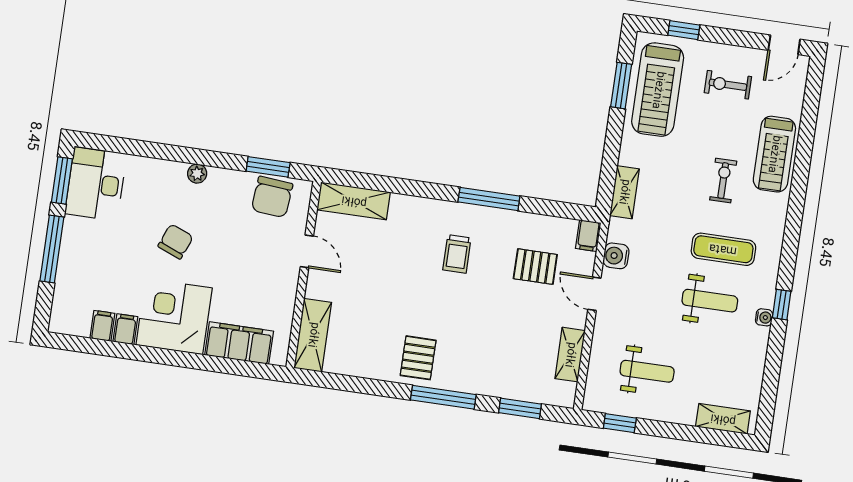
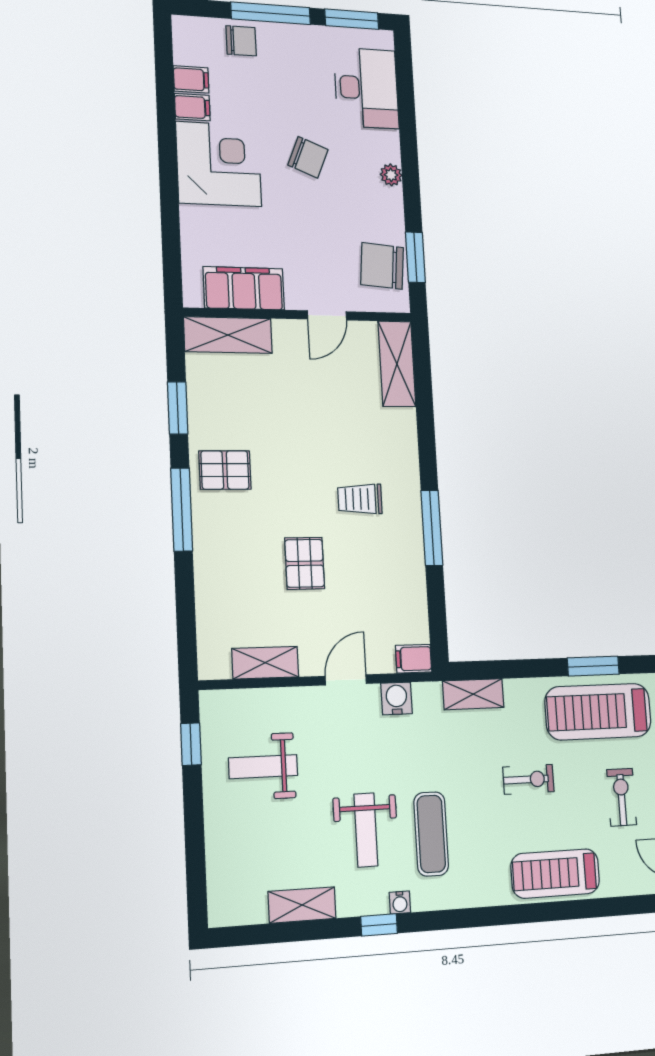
exercise bike: (723, 180) -> (528, 779), moved
desk: (96, 184) -> (366, 88), moved, turned 90
pallet: (535, 267) -> (305, 563), moved
chair: (73, 278) -> (241, 41), added
water cooler: (764, 317) -> (400, 902), moved
filing cabinet: (239, 343) -> (244, 288), moved, turned -90
weight bench: (647, 371) -> (263, 767), turned 90
window: (520, 408) -> (178, 408), moved
shelving: (723, 419) -> (302, 905), moved, turned 90

